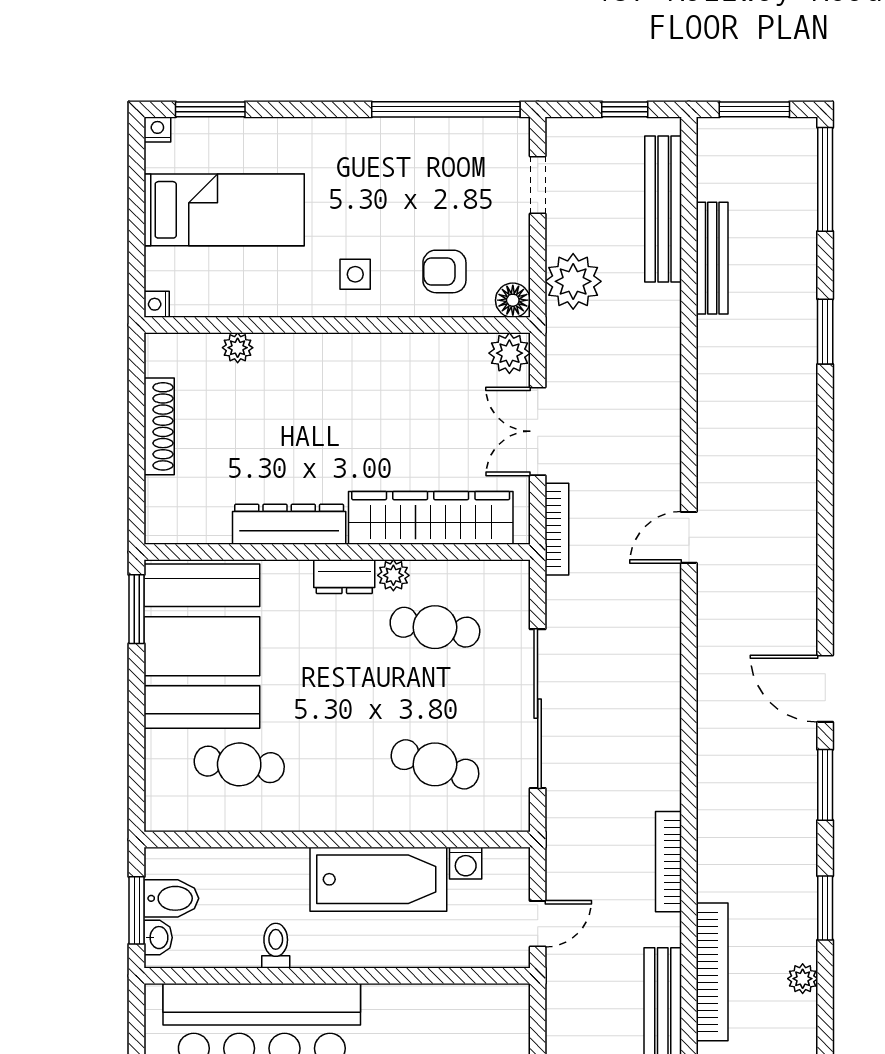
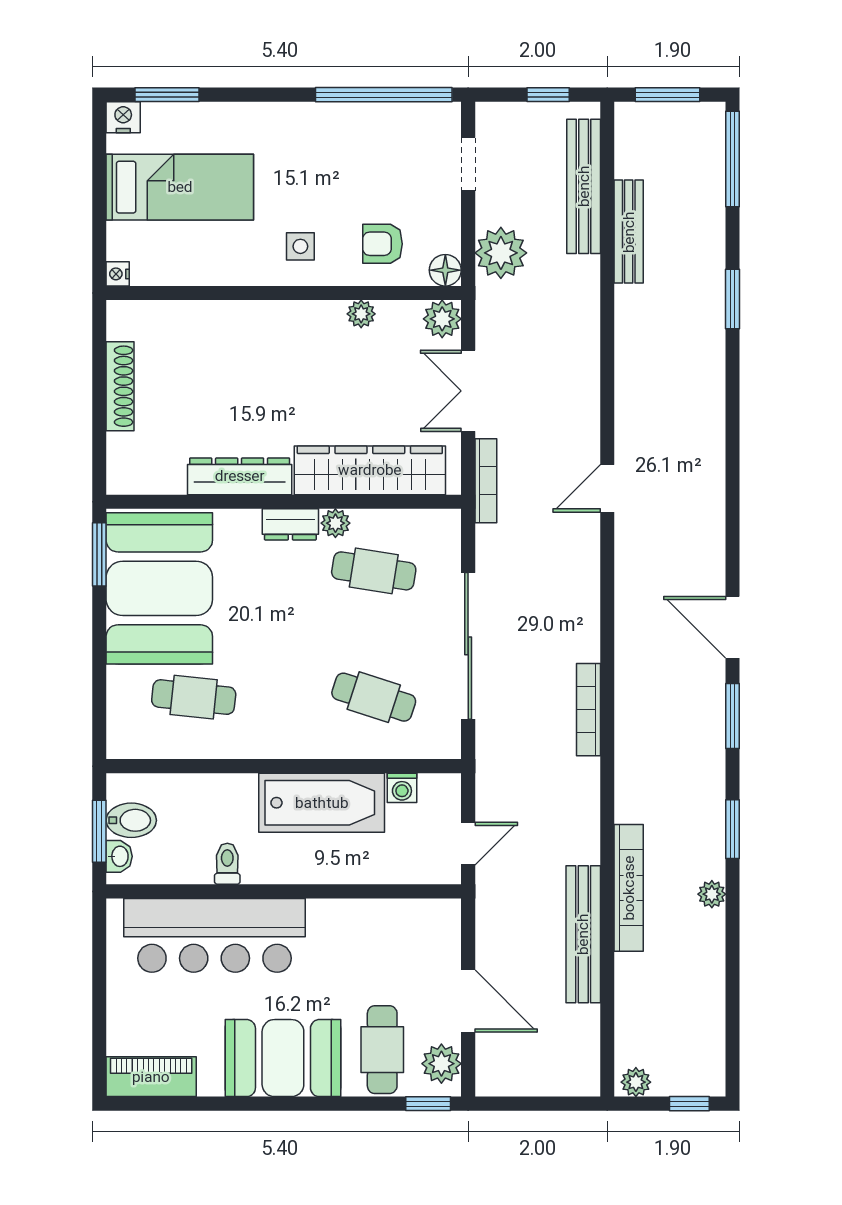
nightstand: (157, 129) -> (123, 117), width x1.39, depth x1.35
plant: (238, 348) -> (361, 314), moved
bookcase: (668, 862) -> (588, 710), moved

